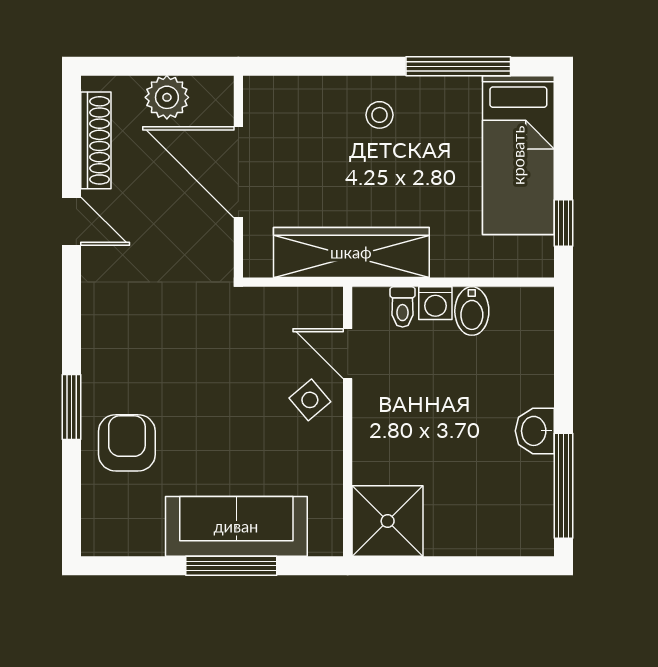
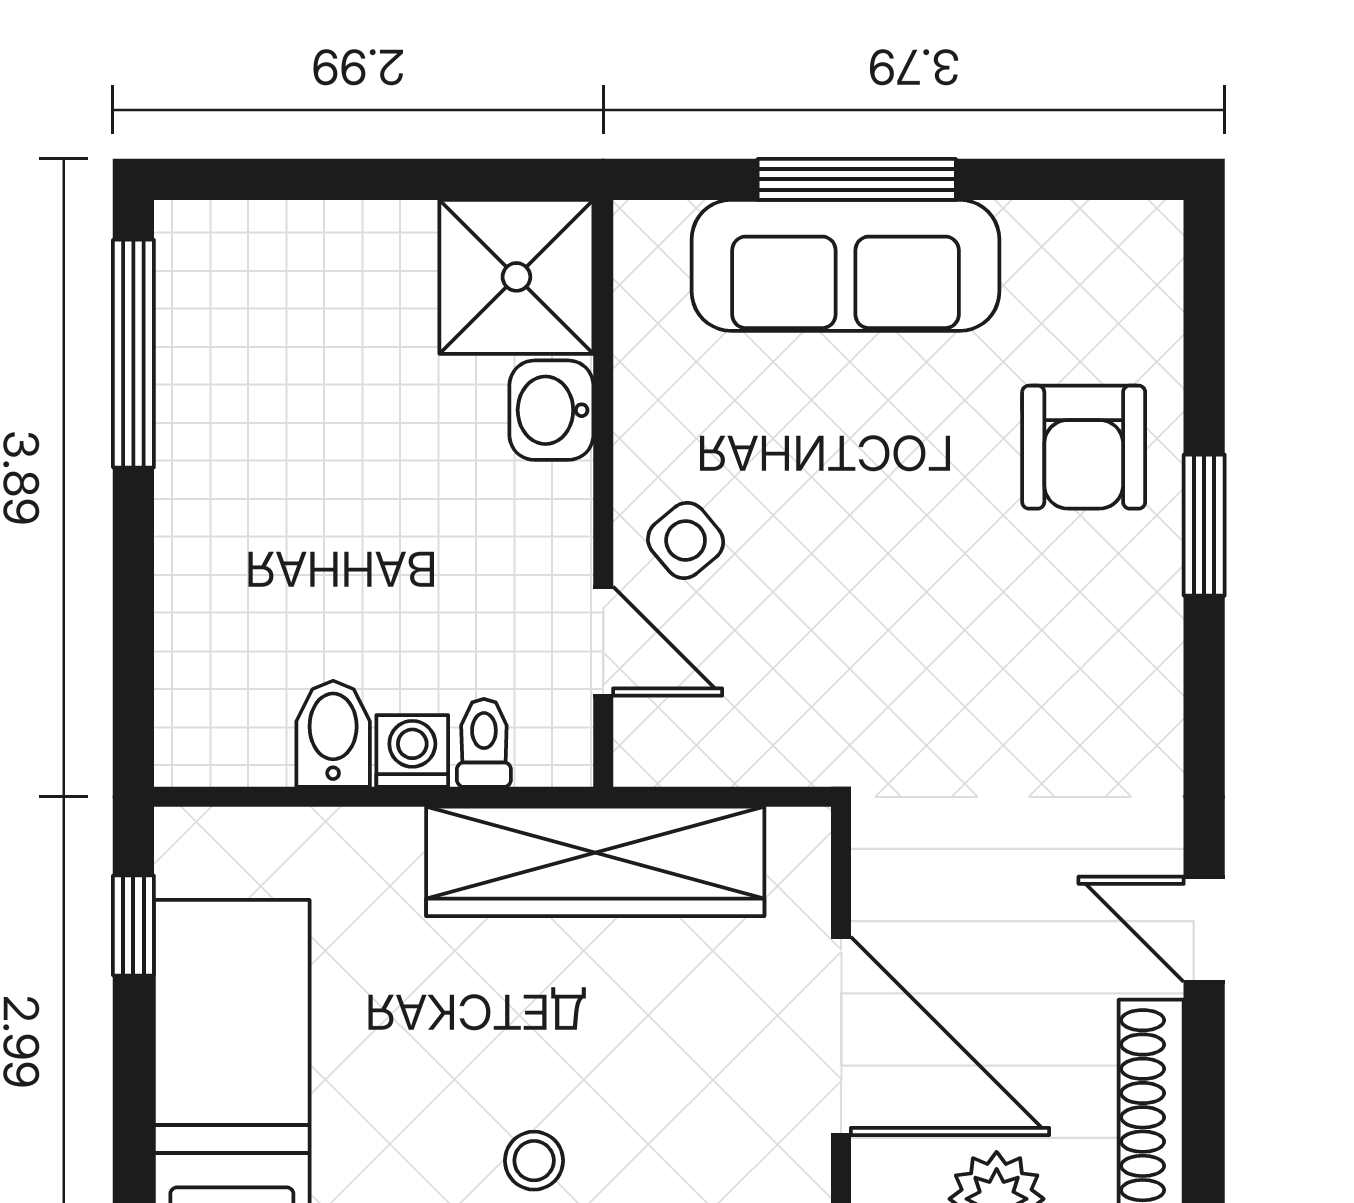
washbasin: (535, 431) -> (551, 410), moved, turned 180

